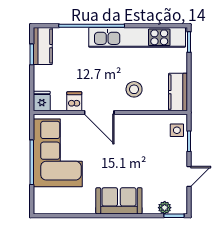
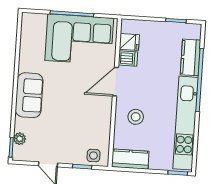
kitchen counter: (43, 46) -> (191, 57), moved, turned 90
fridge: (42, 101) -> (129, 42), moved

